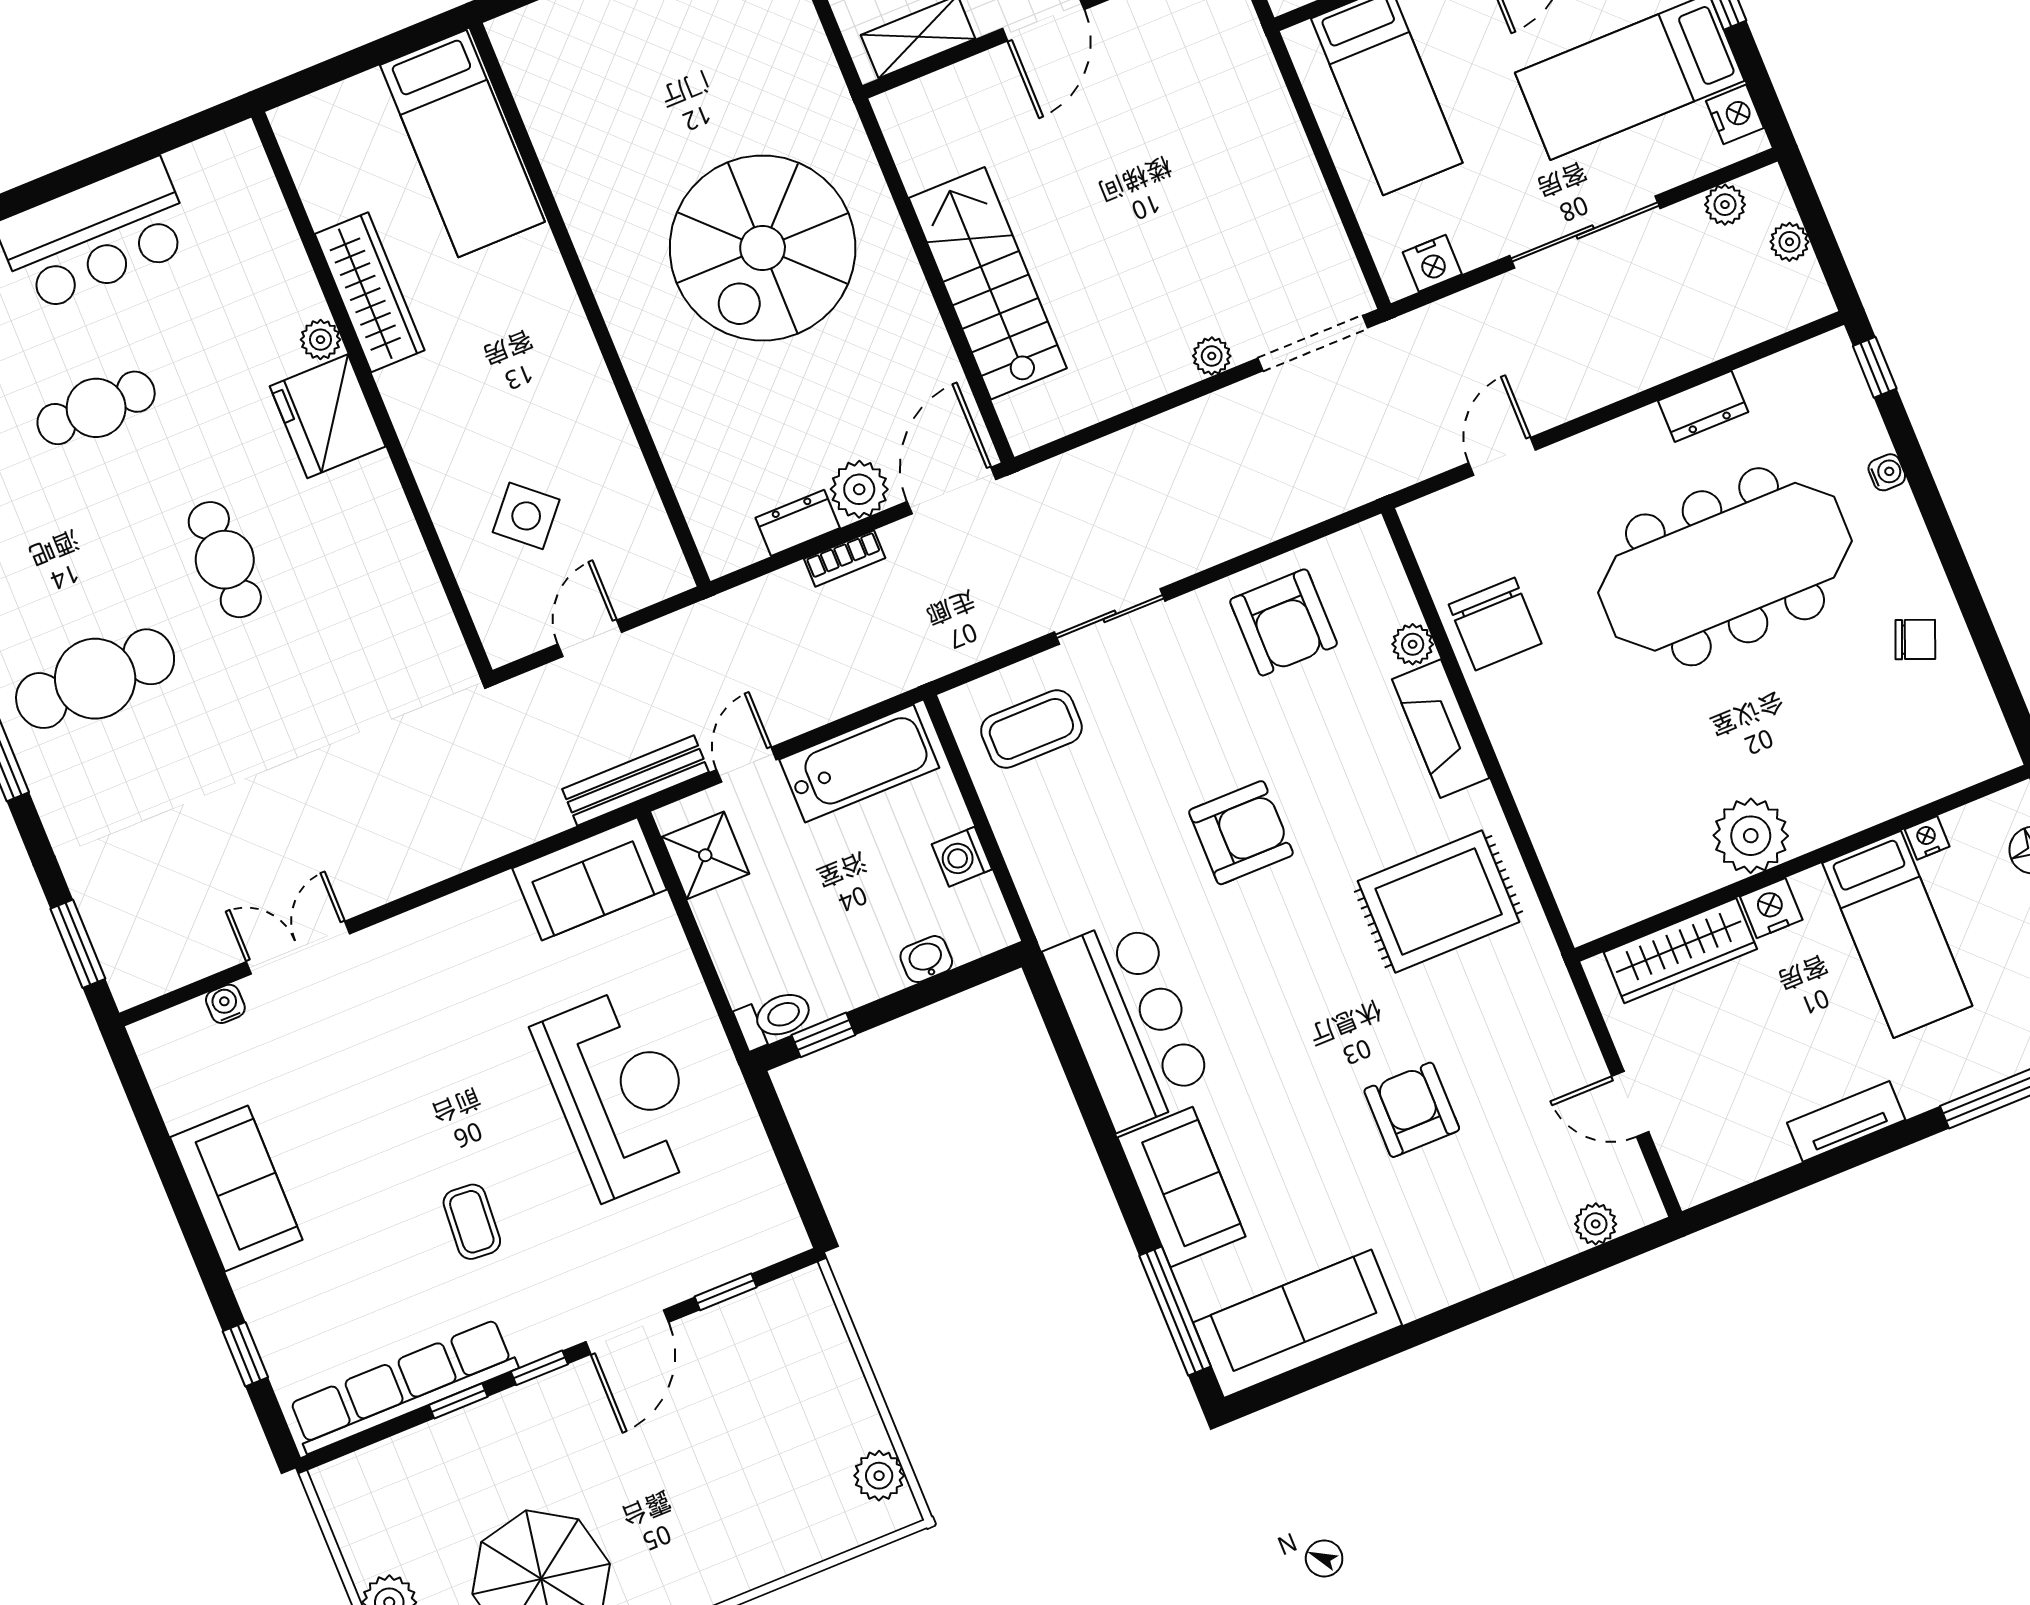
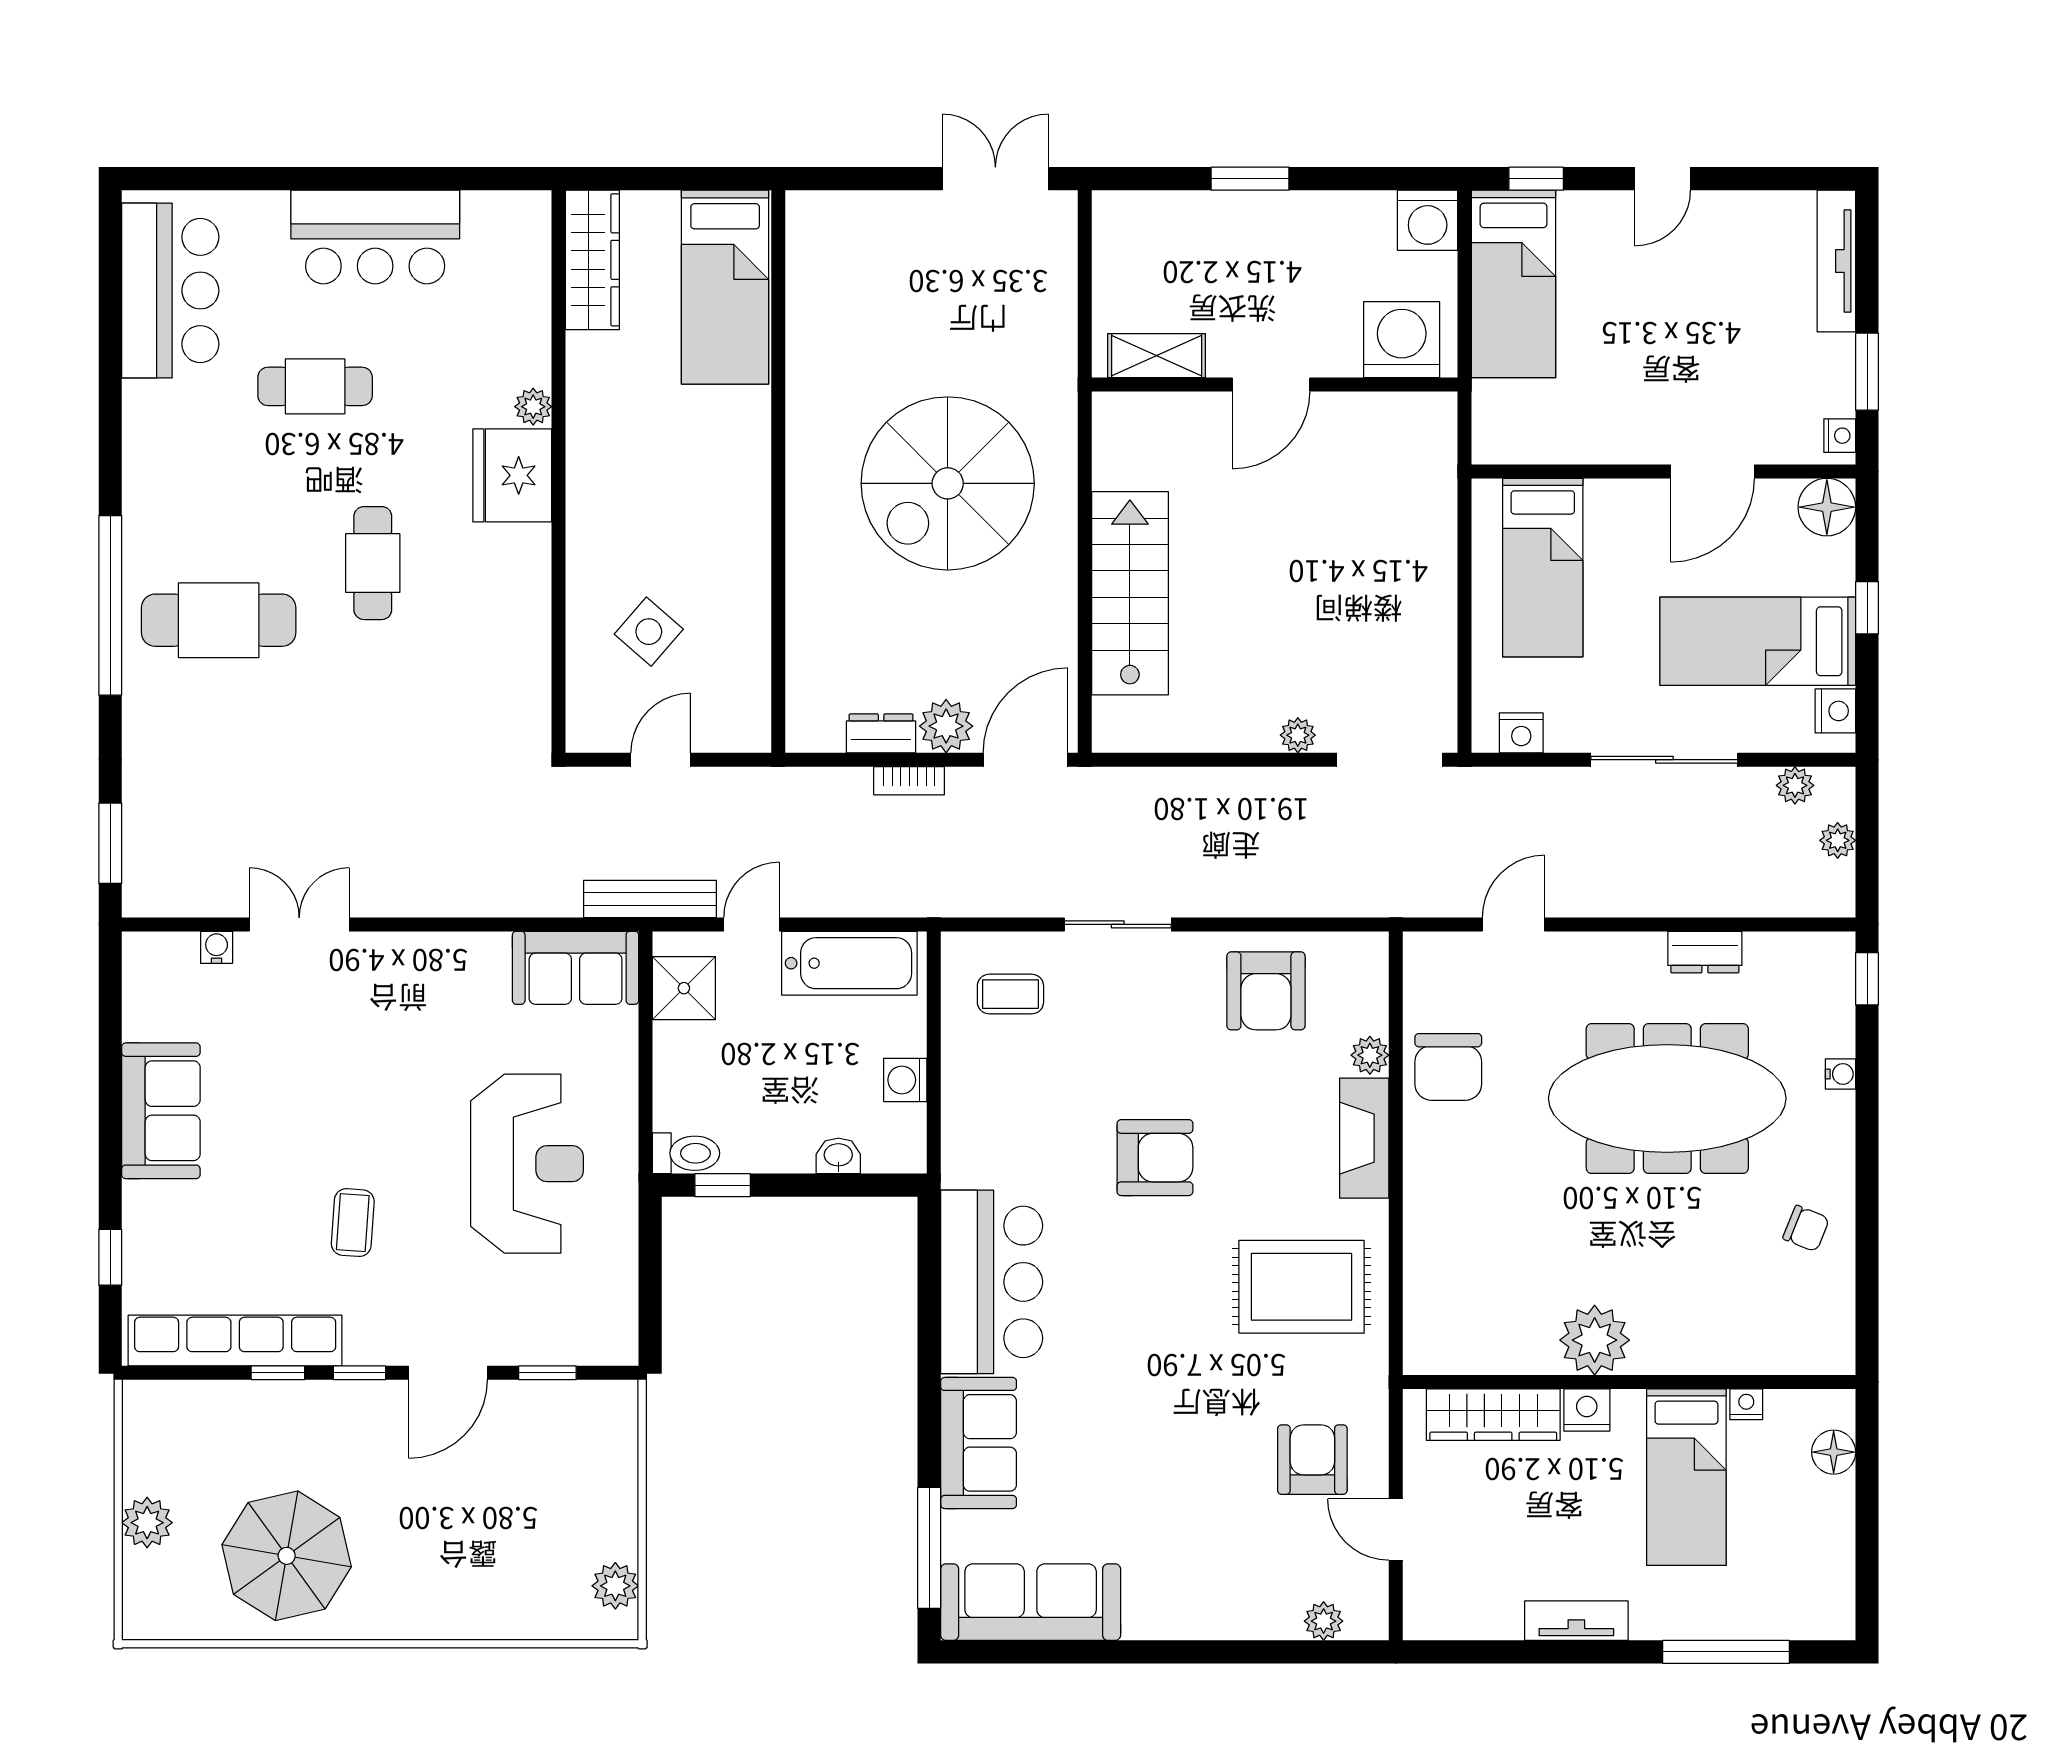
wardrobe: (370, 292) -> (592, 260), moved
coffee table: (1031, 729) -> (1010, 994), width x0.73, depth x0.77
armchair: (1412, 1110) -> (1312, 1460), moved

